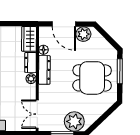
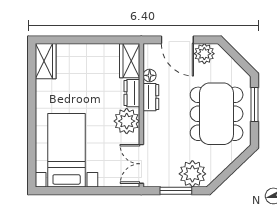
dresser: (44, 70) -> (151, 97), width x0.70
dining table: (92, 78) -> (217, 114), width x1.38
plant: (31, 79) -> (127, 121), width x1.88, depth x1.88

